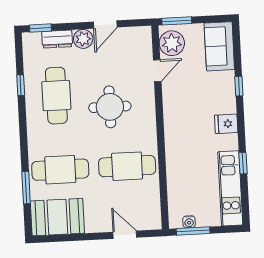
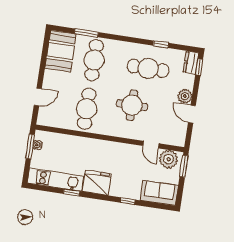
dresser: (57, 39) -> (191, 63), moved
fridge: (226, 124) -> (97, 183), width x1.88, depth x1.34

